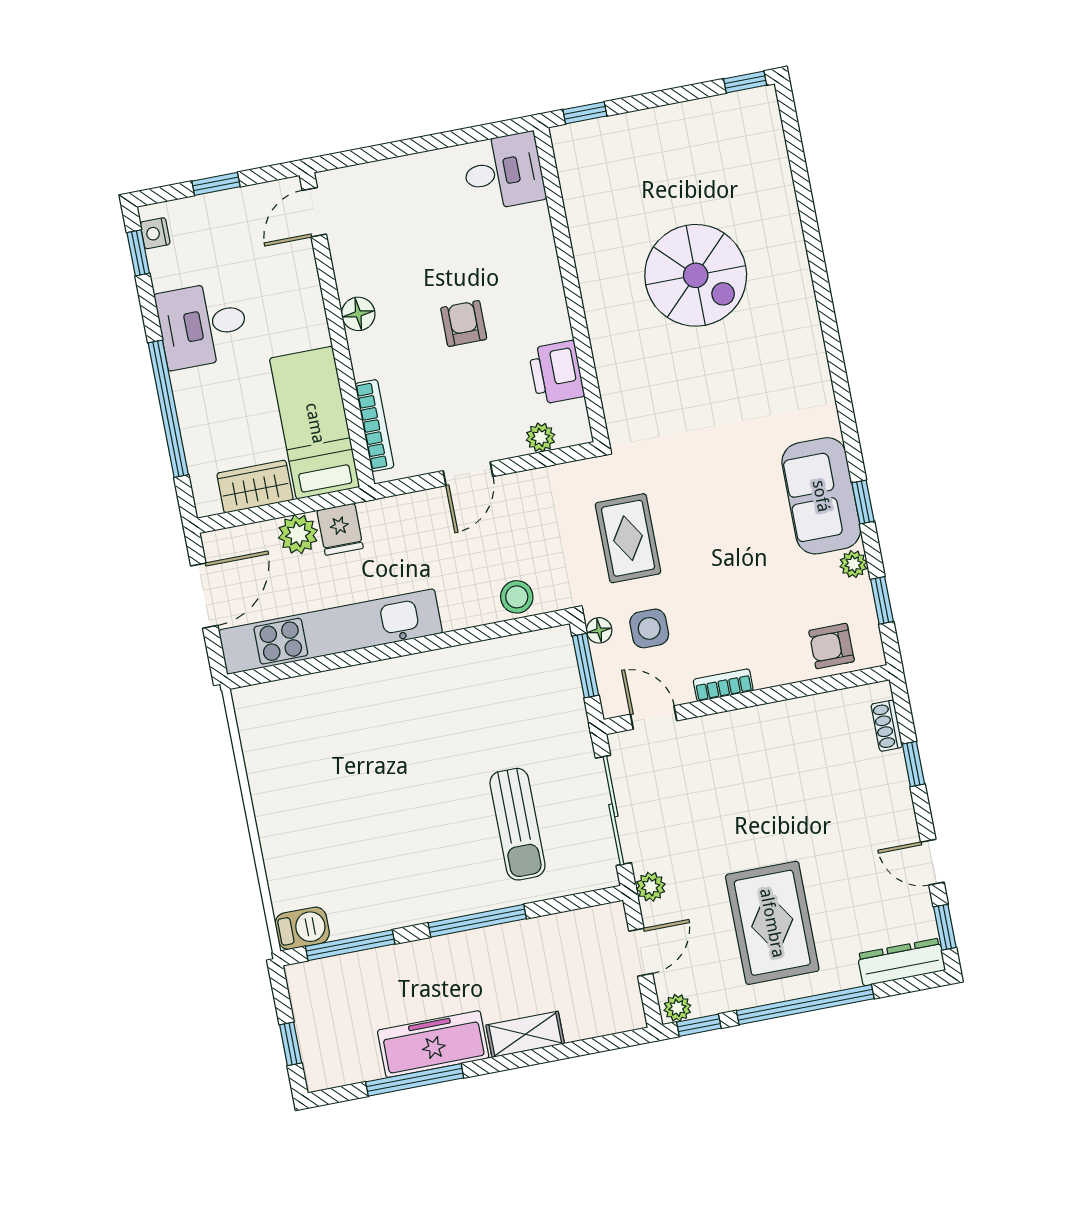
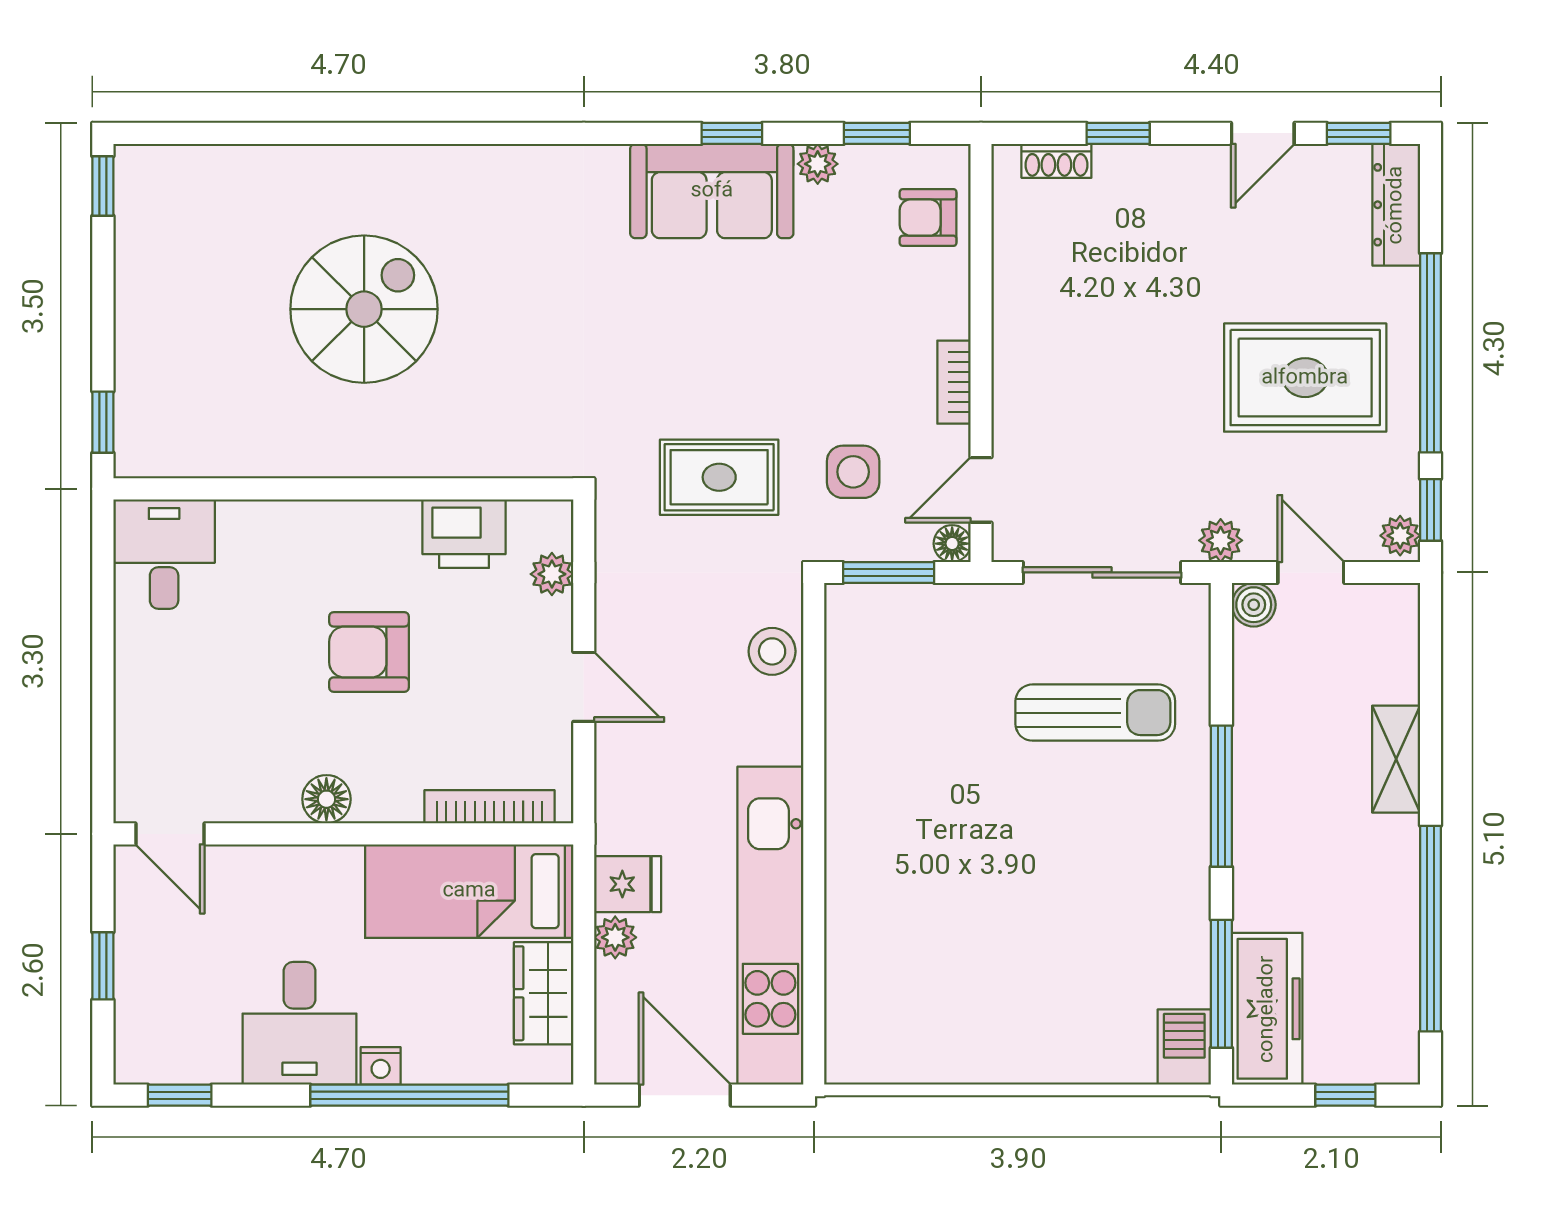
nightstand: (155, 233) -> (381, 1066), moved
armchair: (464, 323) -> (369, 652), width x1.38, depth x1.38
plant: (298, 534) -> (615, 937), width x0.73, depth x0.73
floor lamp: (599, 630) -> (952, 544), moved
armchair: (832, 646) -> (928, 218), turned 90
boiler: (611, 918) -> (1254, 605), added
freezer: (433, 1044) -> (1267, 1009), moved, turned 180
window: (415, 1080) -> (1431, 929), width x1.46

